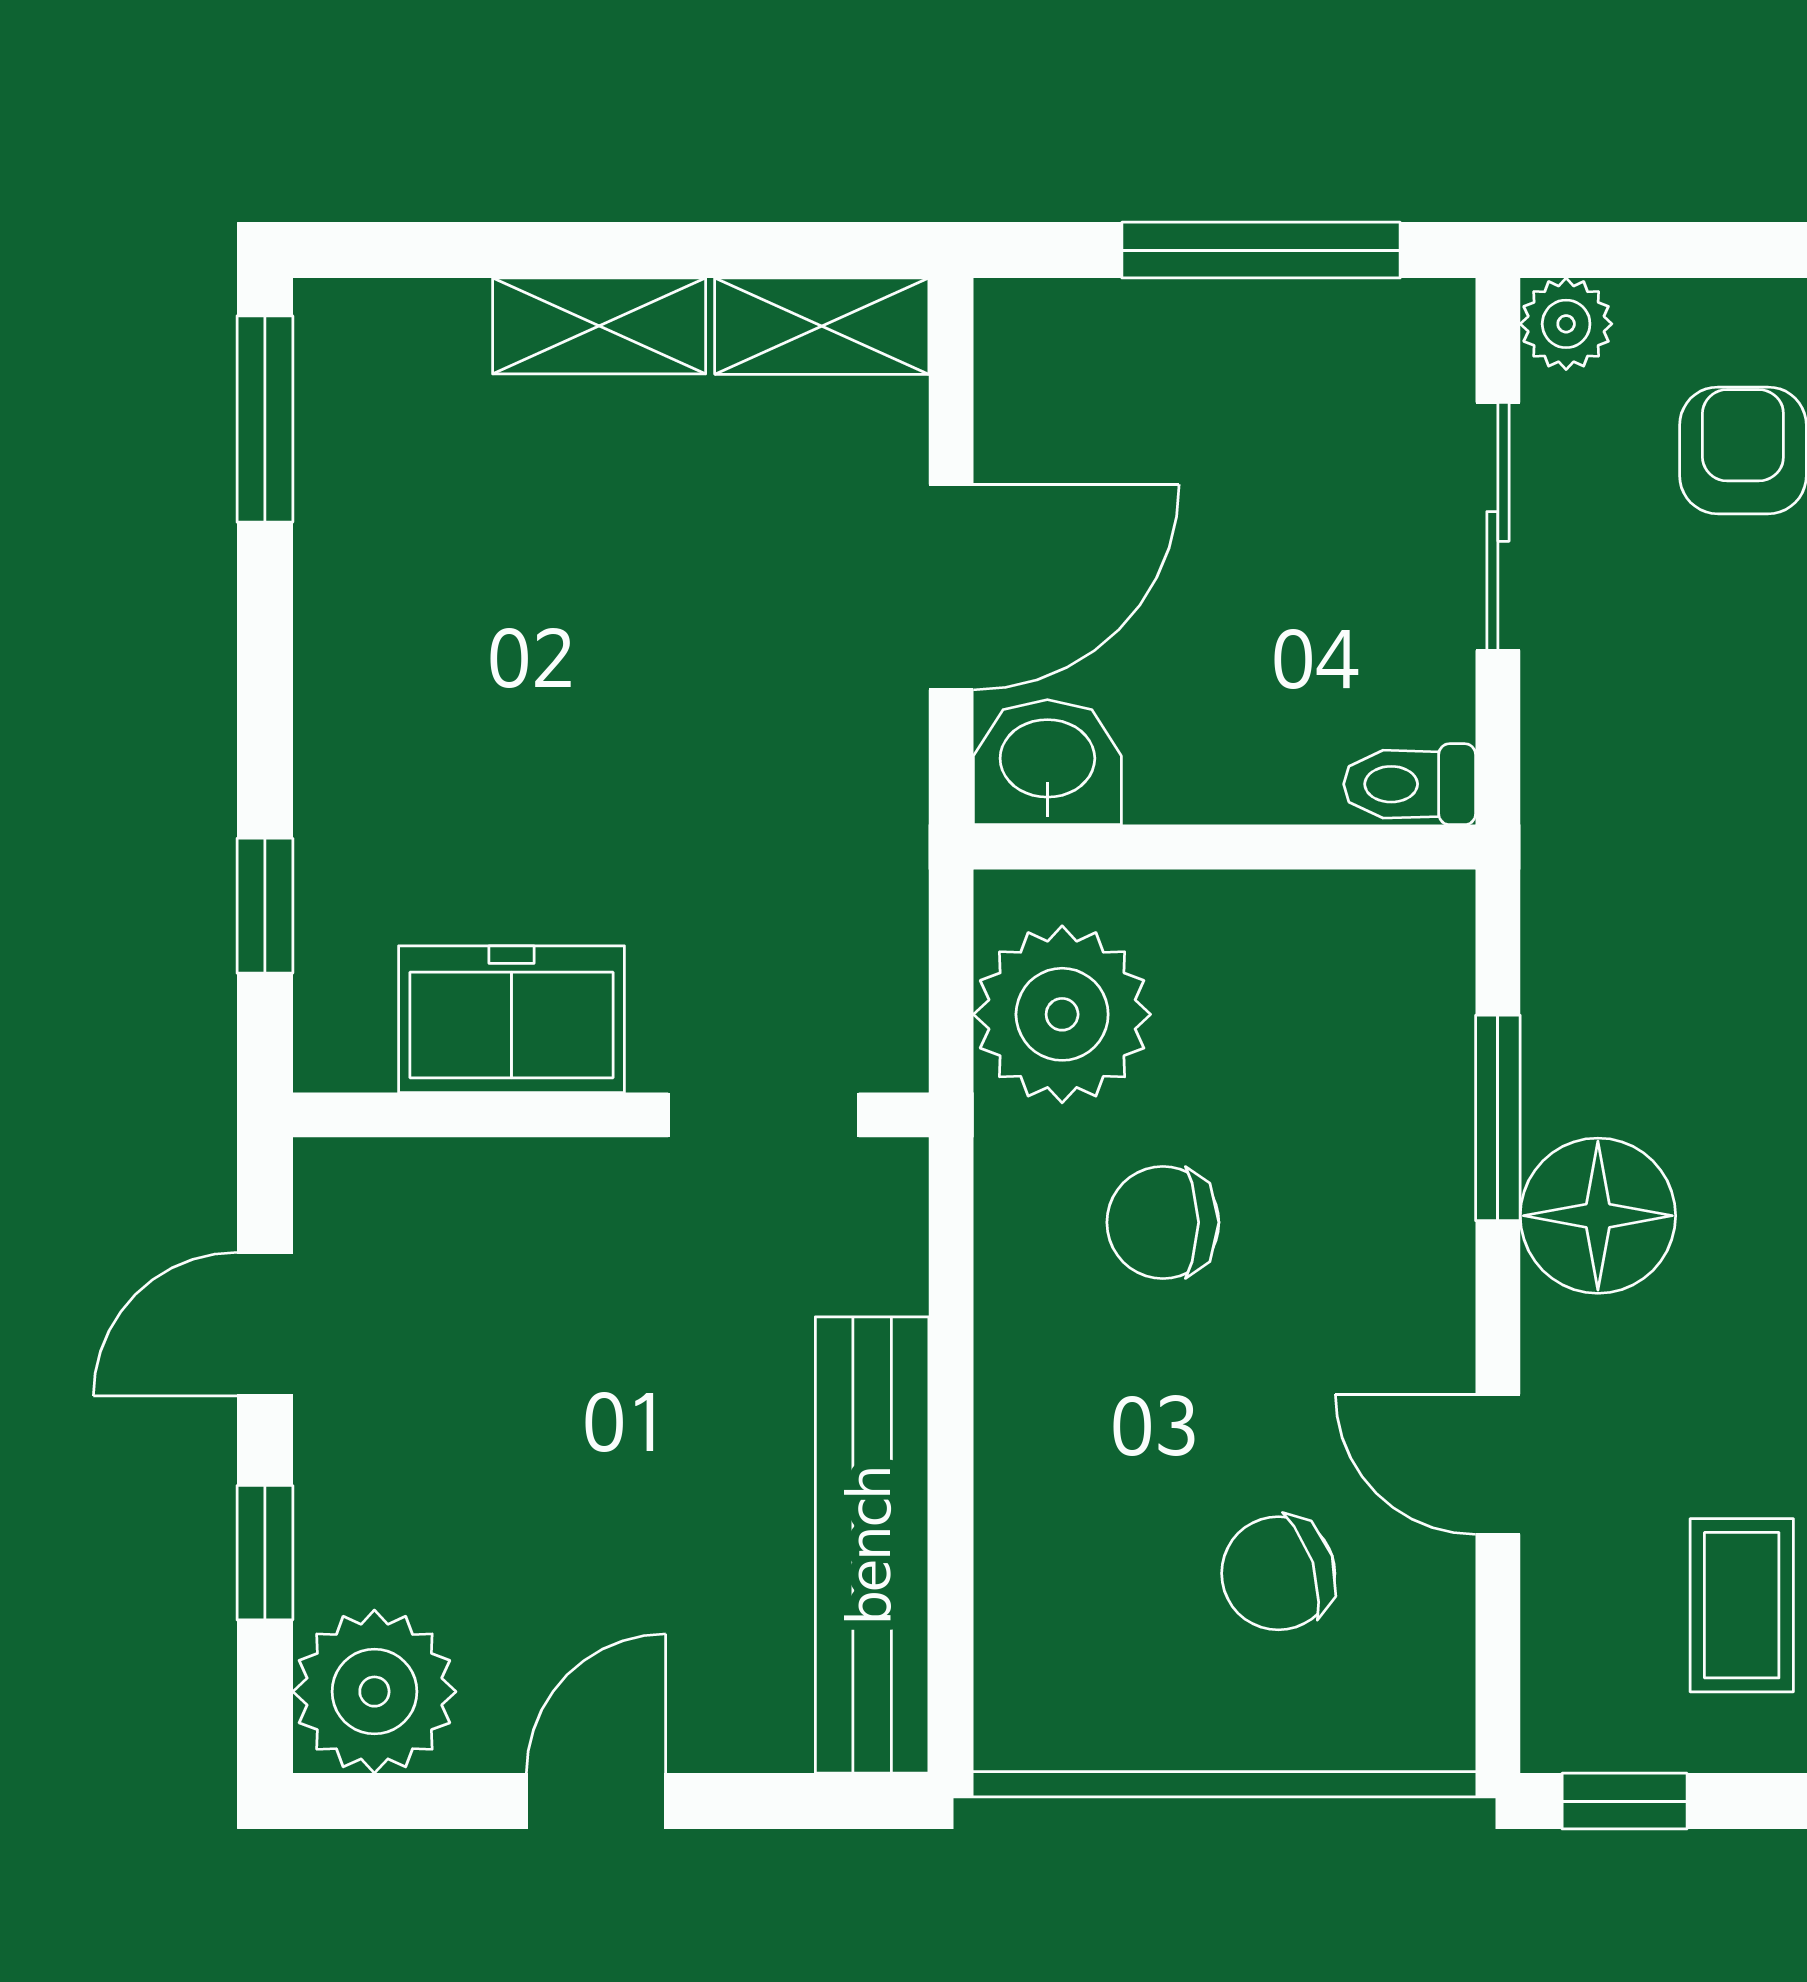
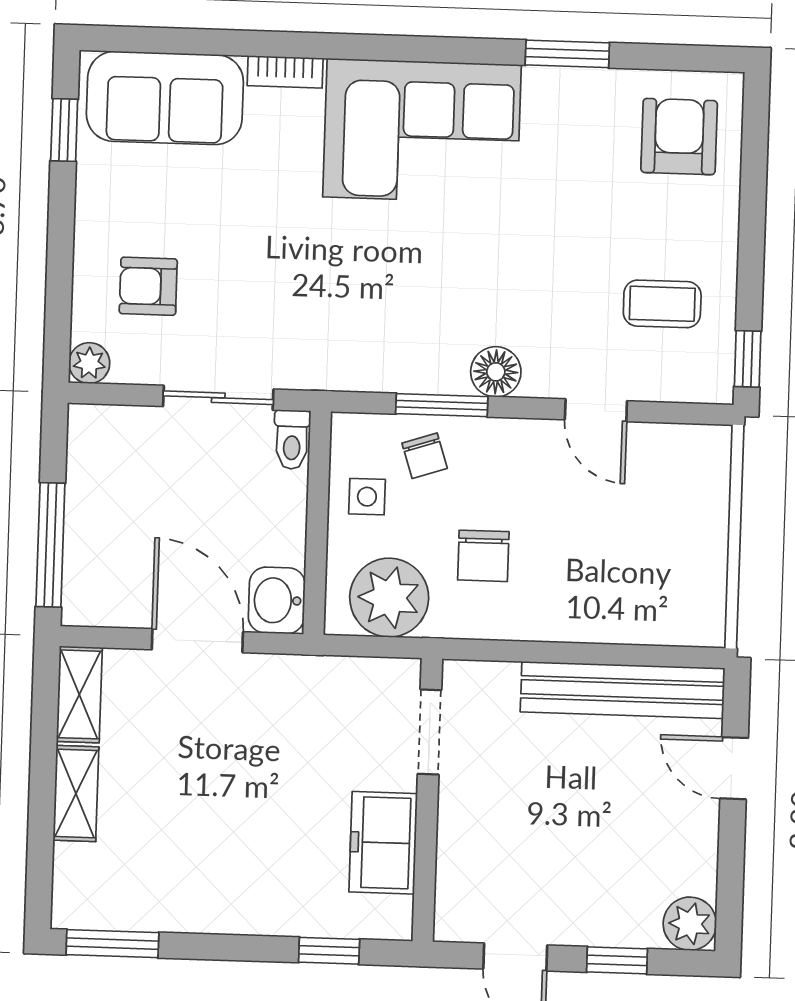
window: (1261, 250) -> (50, 545), moved
sliding door: (1498, 526) -> (218, 398), moved
side table: (1287, 957) -> (367, 497), added
floor lamp: (1598, 1216) -> (496, 372), width x0.73, depth x0.73
door: (1498, 1464) -> (596, 410), hinge flipped
chair: (1278, 1573) -> (425, 456), moved, width x0.73, depth x0.73
plant: (374, 1692) -> (690, 924), width x0.73, depth x0.73
door: (596, 1801) -> (734, 768), moved

